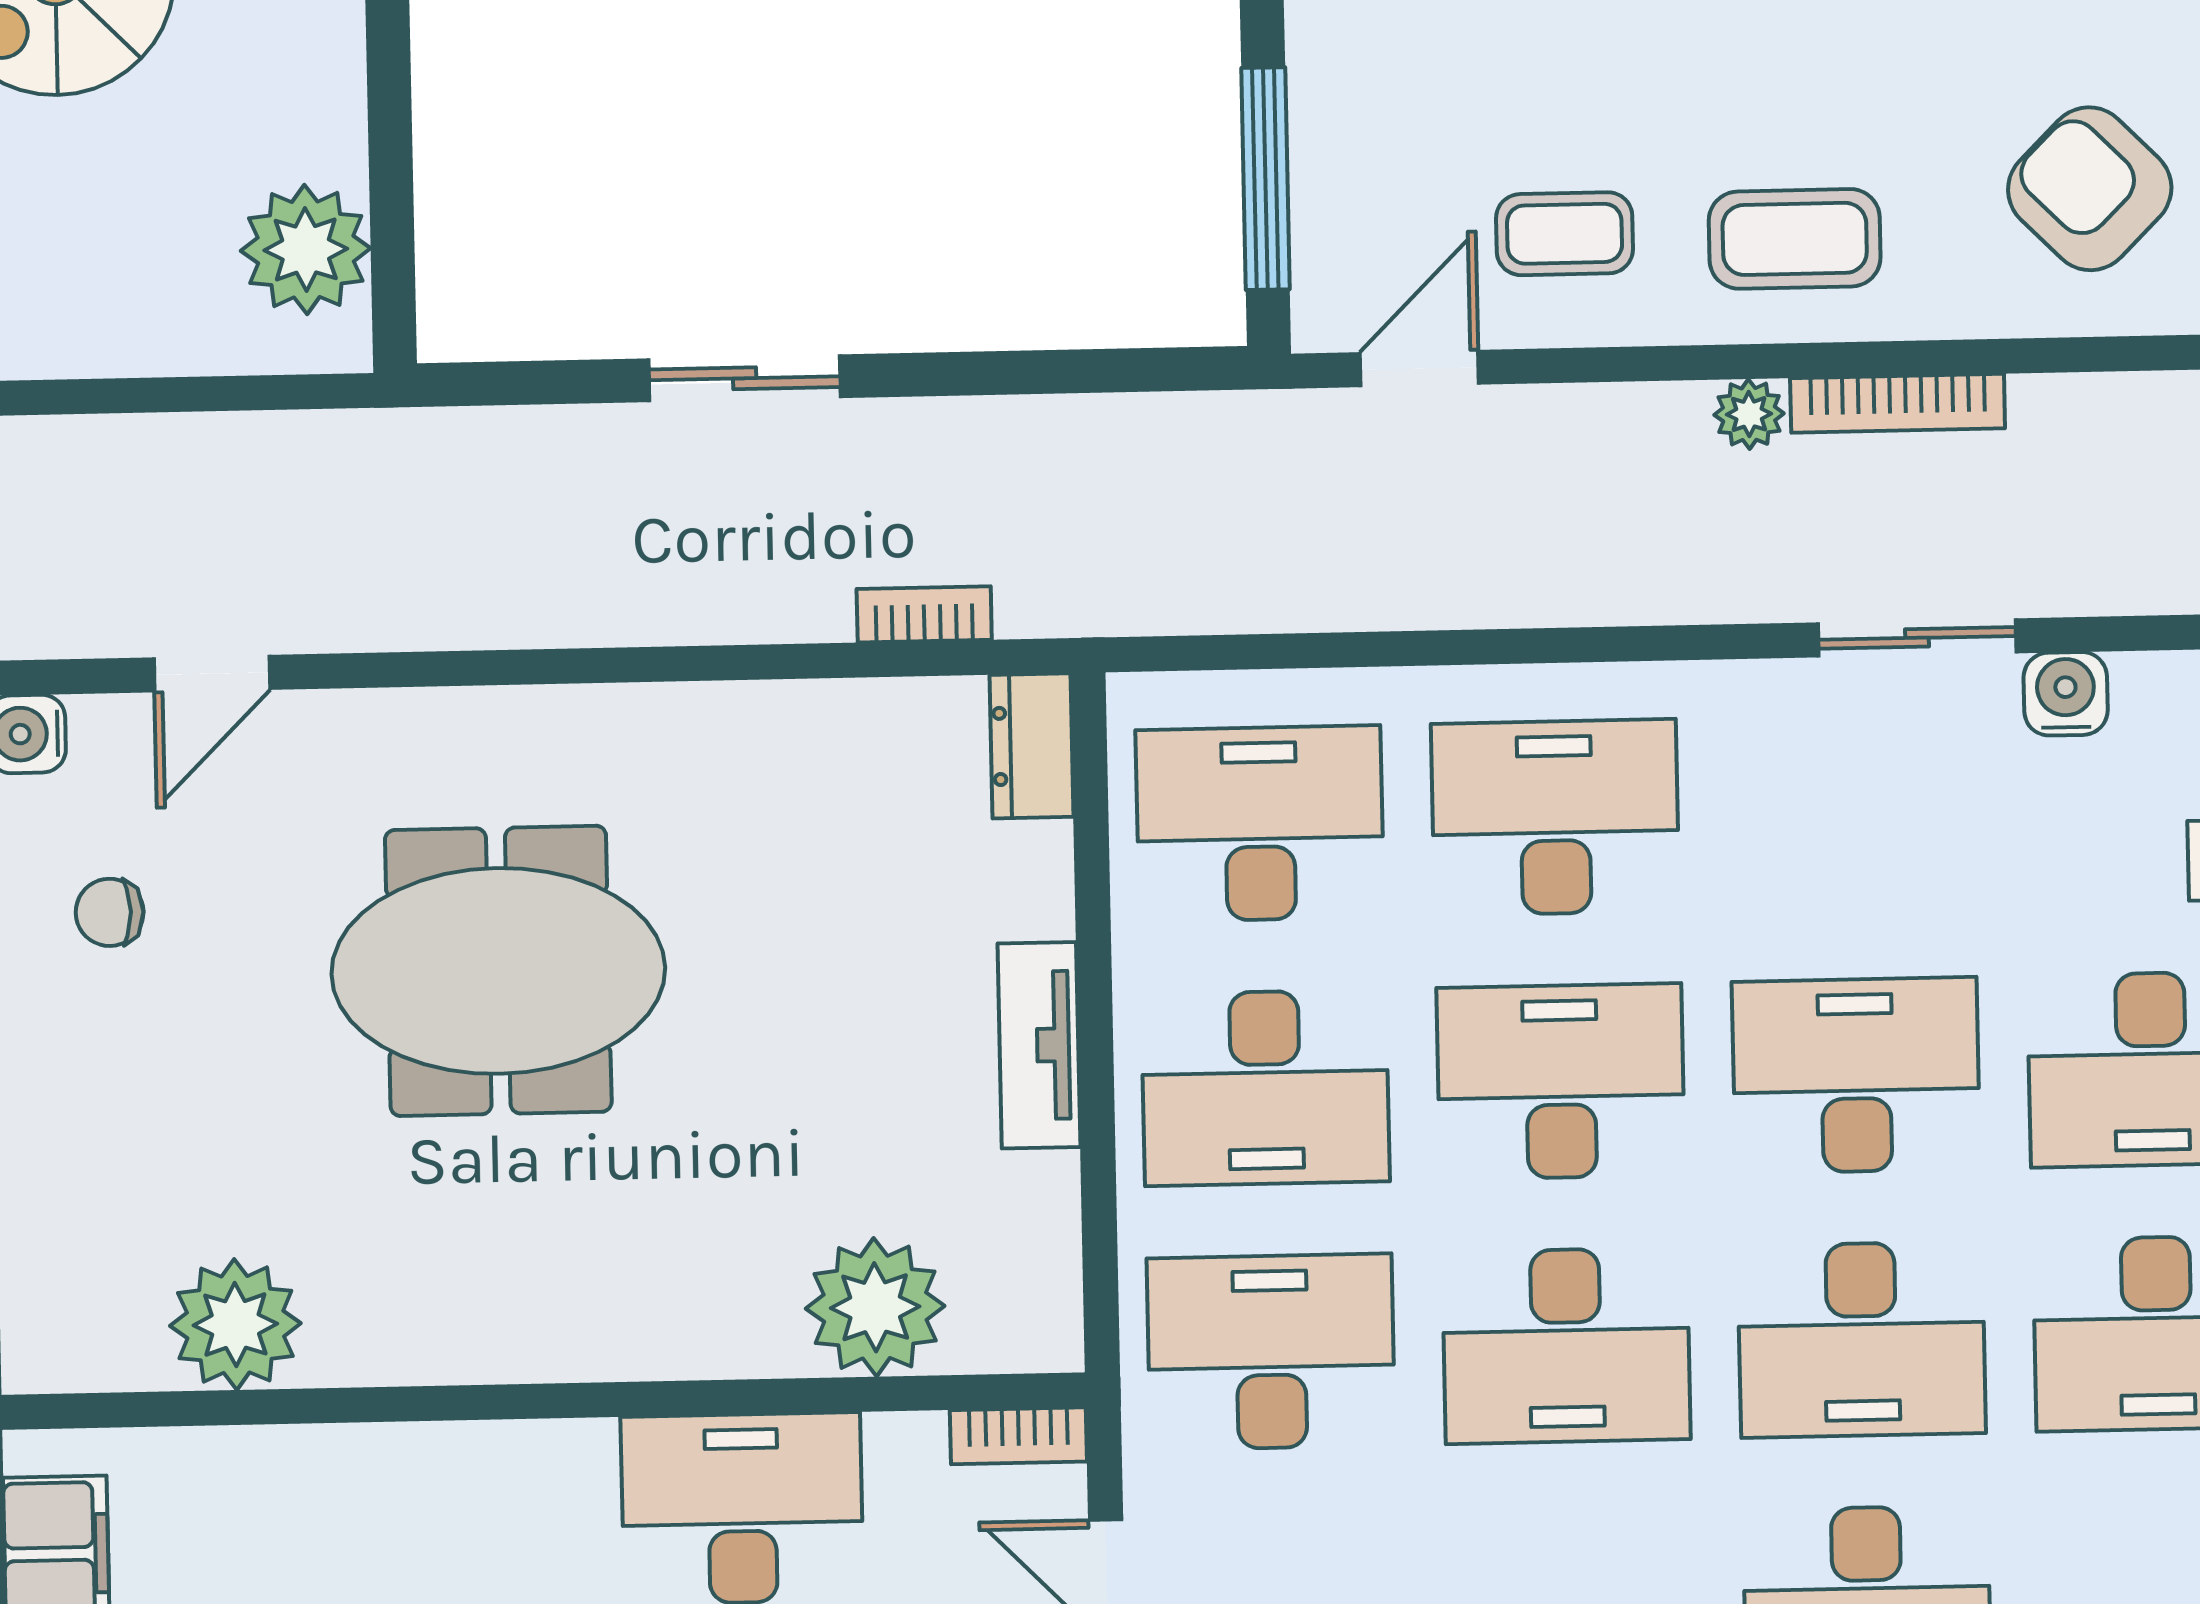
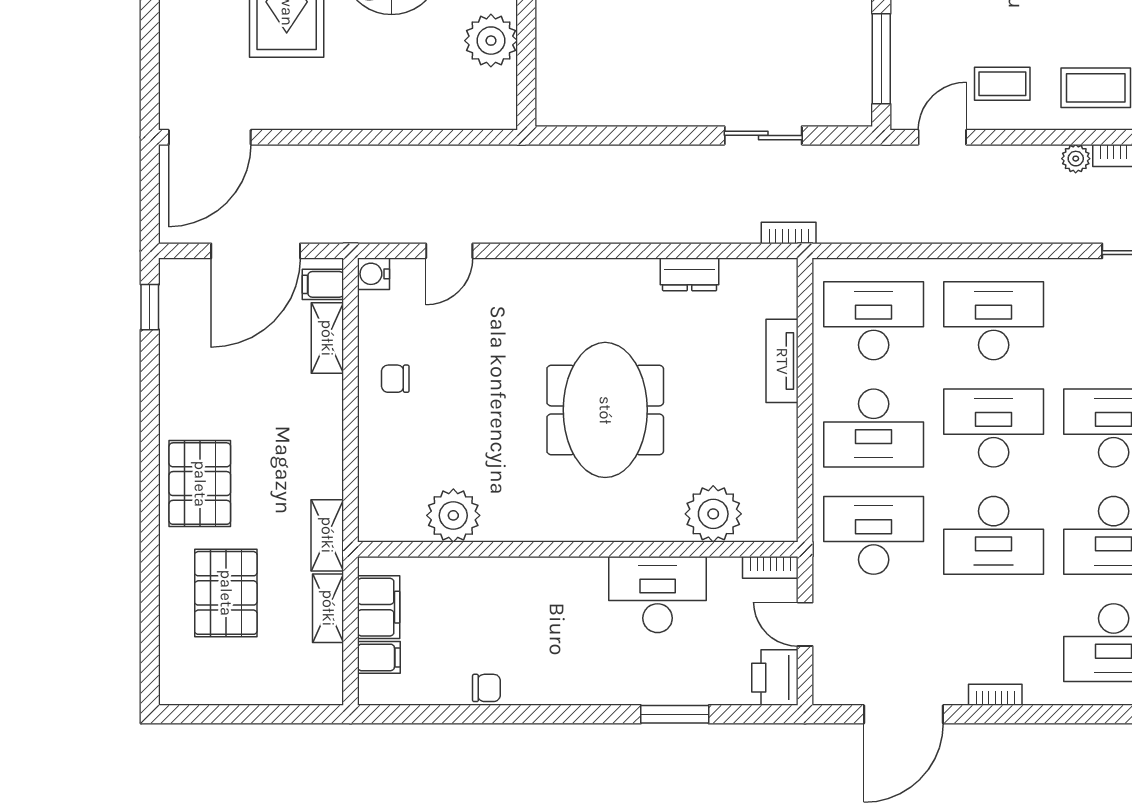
plant: (306, 249) -> (491, 41), moved
sliding door: (745, 378) -> (763, 135), moved
bookcase: (924, 614) -> (789, 233), moved
dresser: (1031, 746) -> (690, 274), moved, turned -90
chair: (110, 912) -> (395, 379), moved
meeting table: (498, 971) -> (605, 410), moved, turned 90
tv unit: (1039, 1045) -> (782, 361), moved

